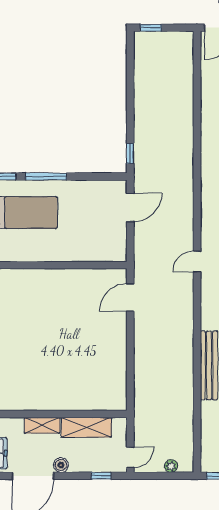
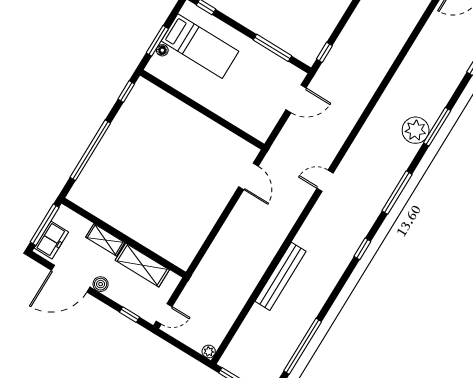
window: (46, 177) -> (273, 48), moved
door: (130, 297) -> (248, 176), swing flipped
plant: (171, 466) -> (209, 352), moved

